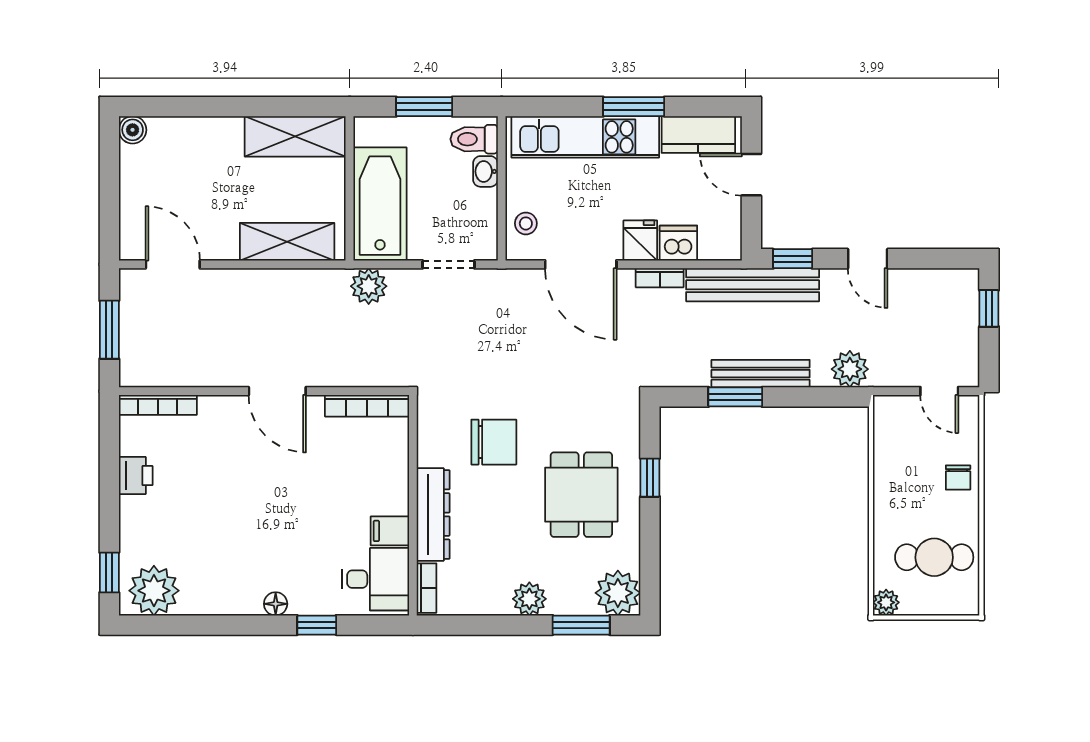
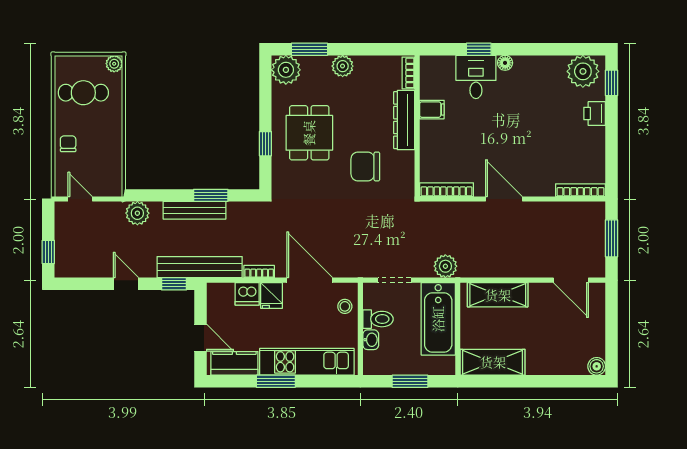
toilet: (474, 139) -> (378, 319), moved
printer: (136, 476) -> (595, 114), moved
desk: (375, 579) -> (476, 77), moved, turned 90

